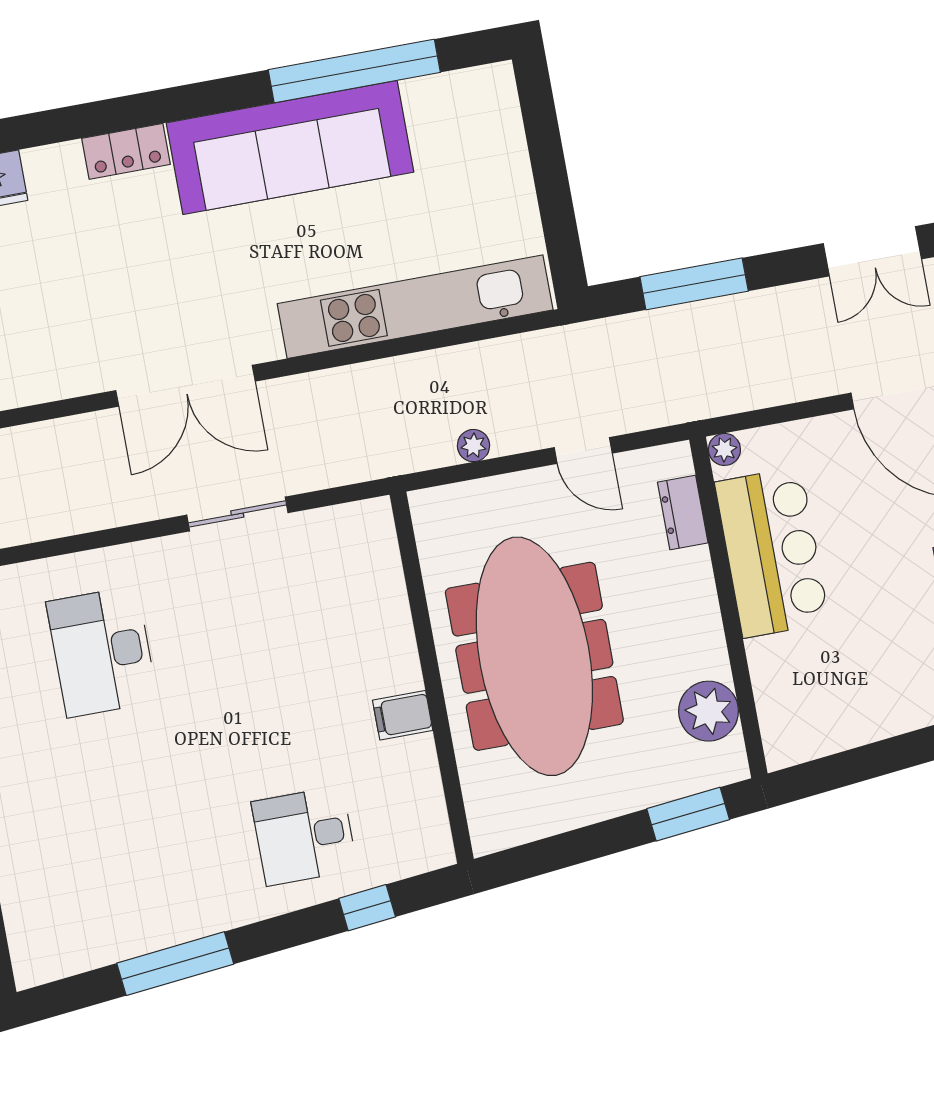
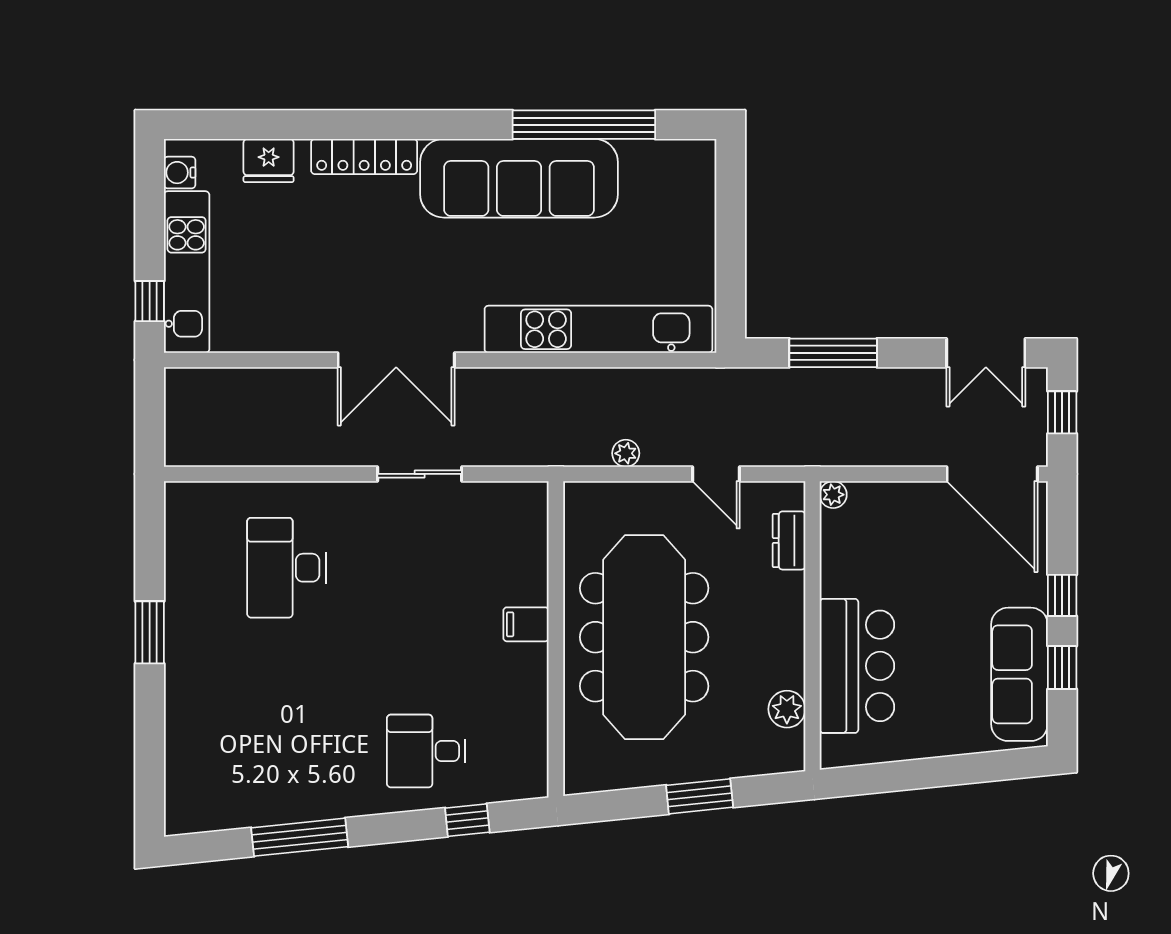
locker: (126, 151) -> (364, 156), width x1.53
bar counter: (772, 552) -> (857, 666), moved
plant: (709, 711) -> (787, 709), width x0.73, depth x0.73
filing cabinet: (403, 715) -> (526, 624), moved
window: (688, 814) -> (700, 796), moved

